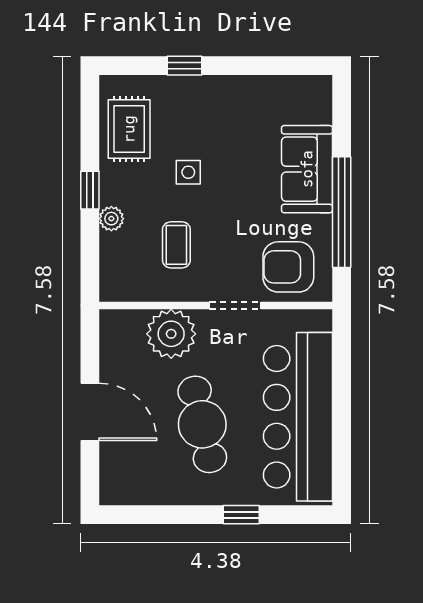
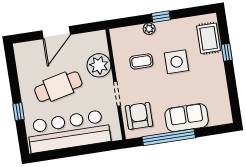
rug: (129, 129) -> (209, 38), moved, turned 90
side table: (188, 172) -> (177, 62), width x1.87, depth x1.87

